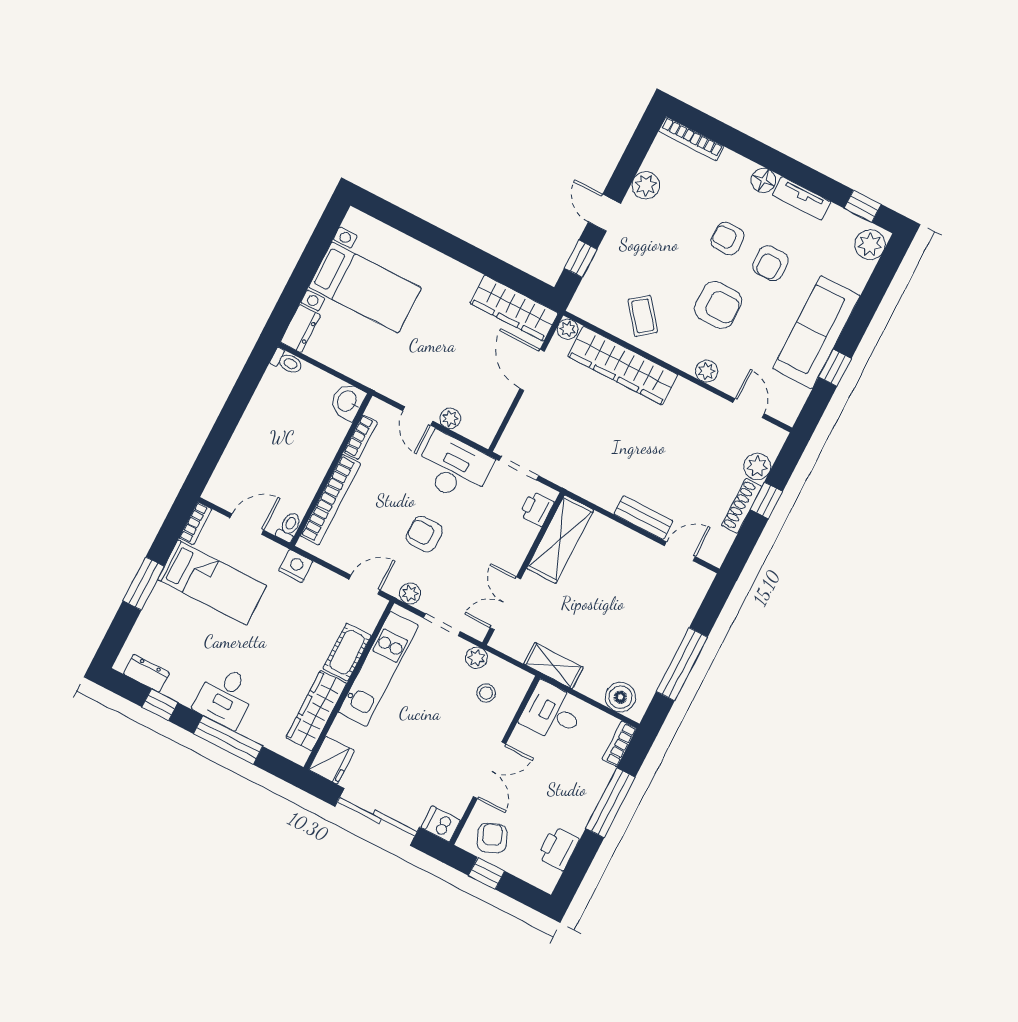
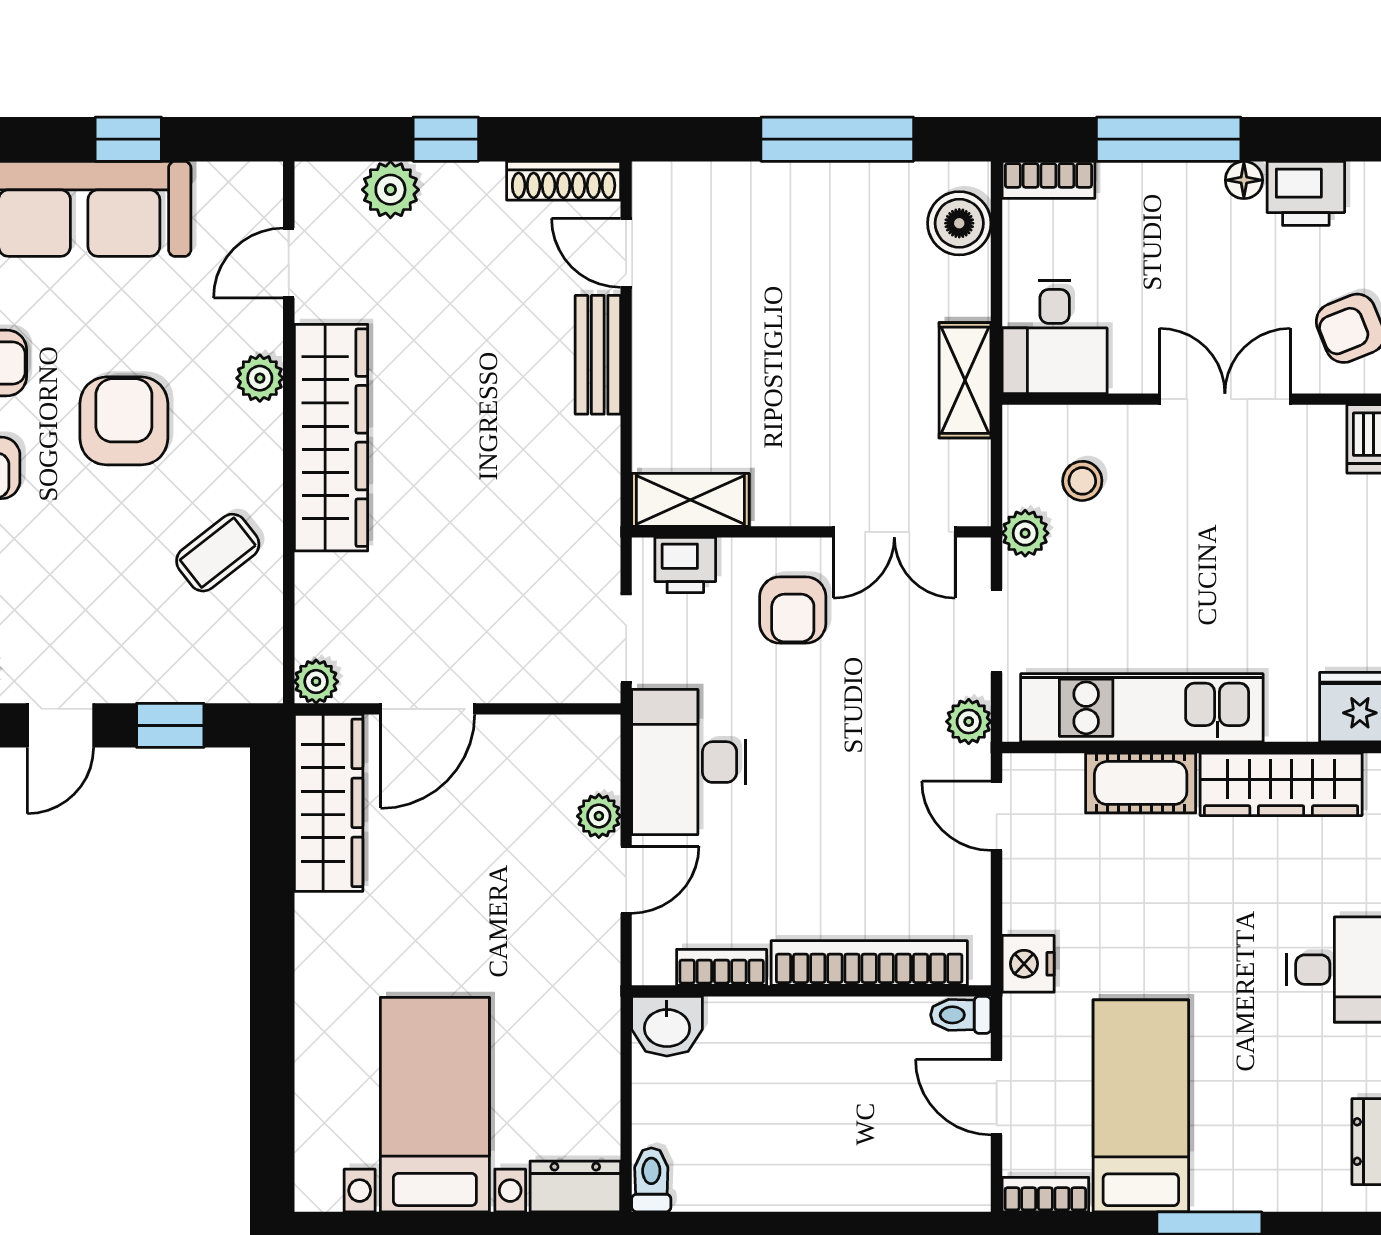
wardrobe: (623, 366) -> (331, 438), moved
shoe rack: (742, 506) -> (564, 181), moved
armchair: (424, 534) -> (793, 610), moved
shelving: (560, 539) -> (690, 500), width x0.67, depth x0.75
floor lamp: (577, 826) -> (1244, 180), added

